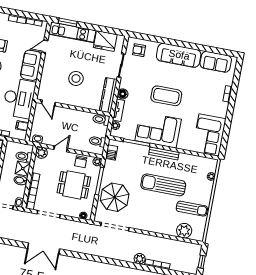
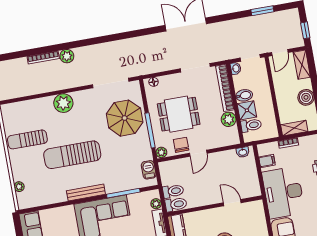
door: (48, 103) -> (232, 203), moved
toilet: (97, 141) -> (173, 191), moved
door: (61, 149) -> (198, 153), moved
plant: (41, 153) -> (229, 119), moved
sun lounger: (163, 185) -> (72, 155), turned 180
plant: (184, 231) -> (63, 103), moved

